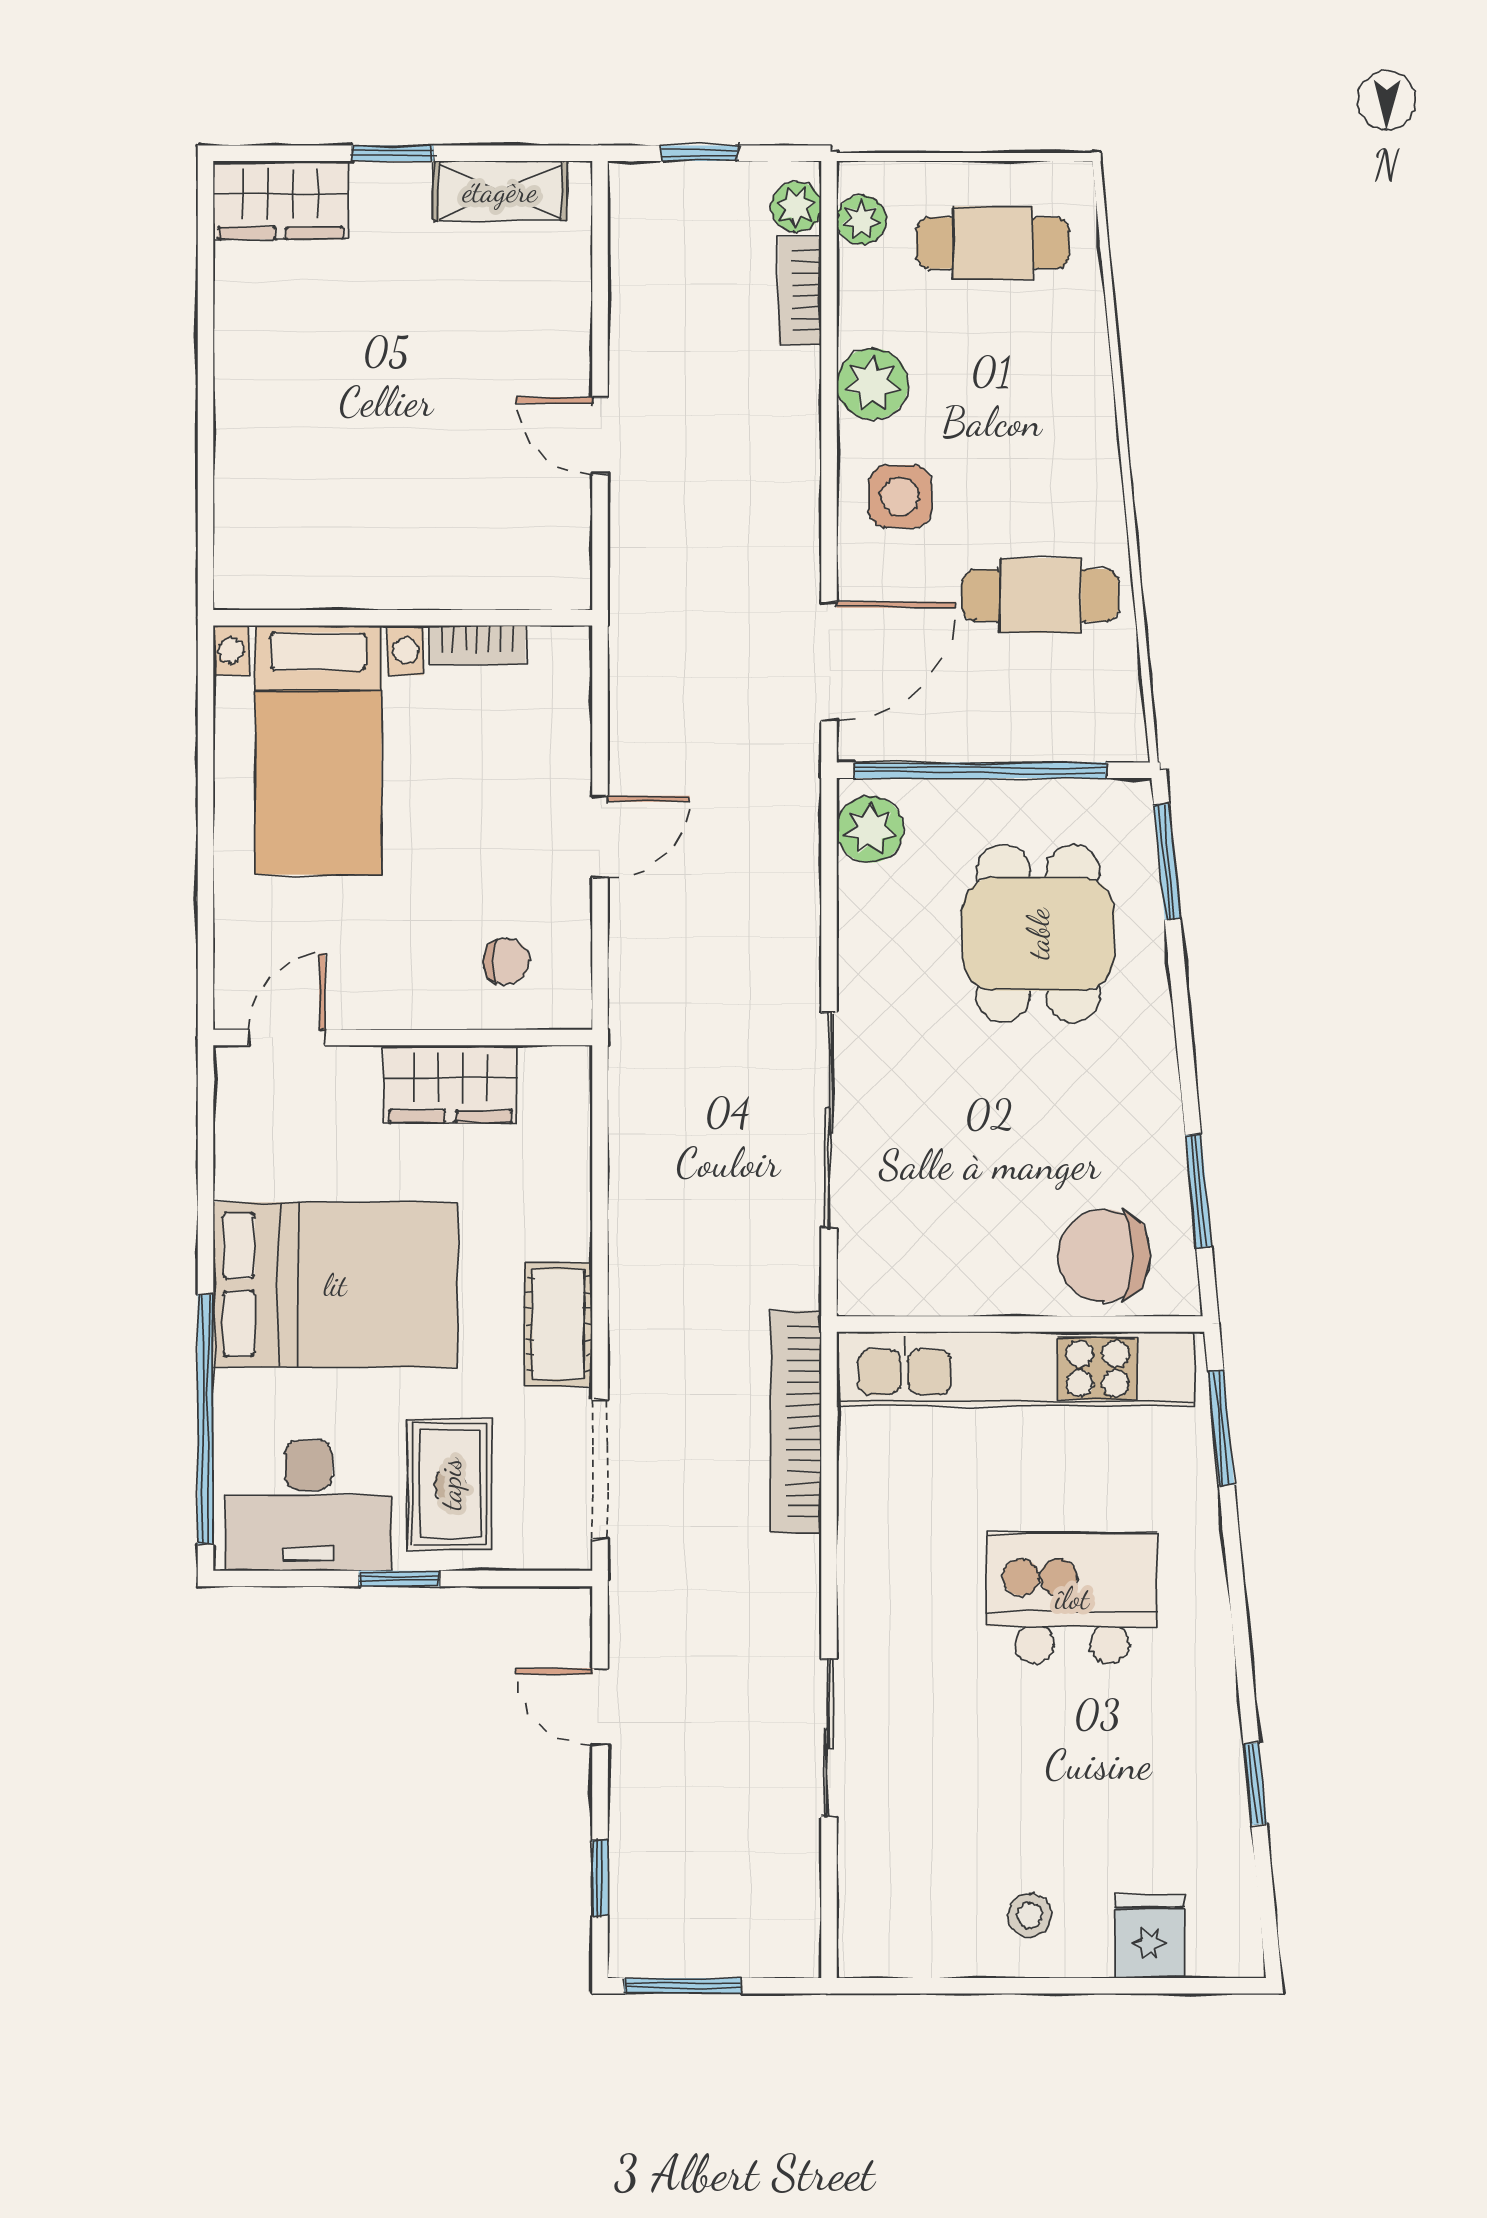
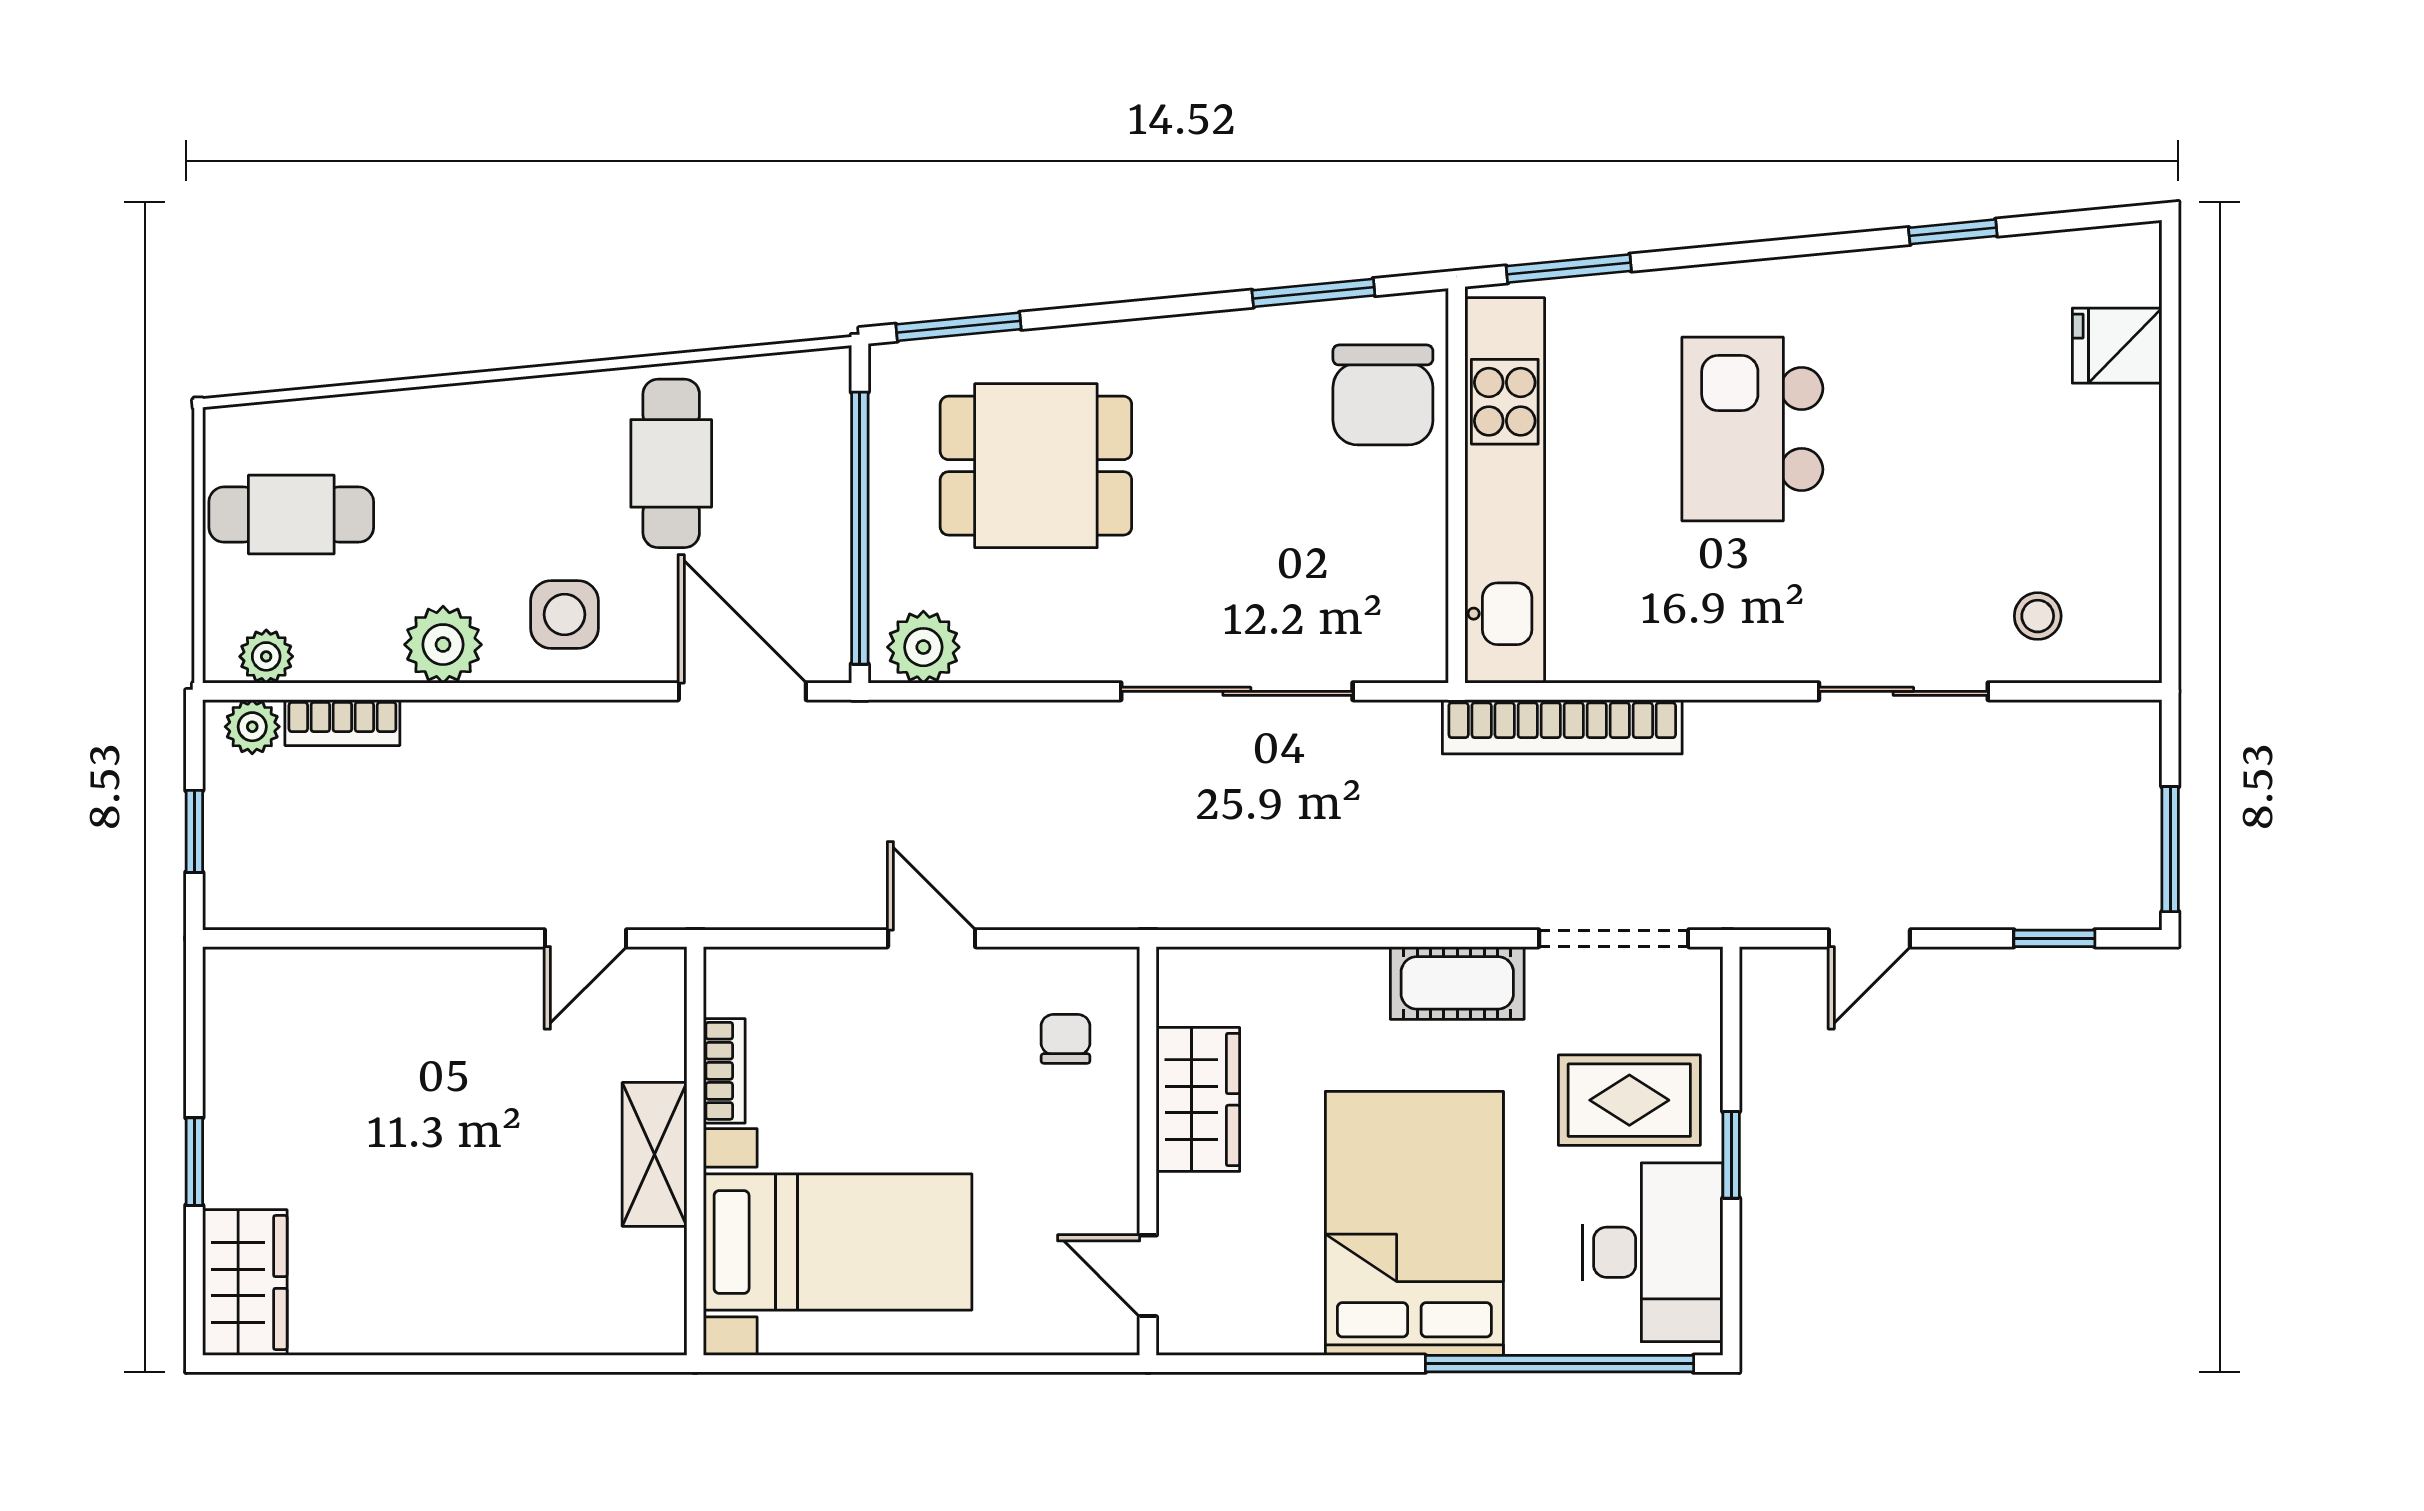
shelving: (500, 191) -> (655, 1154), moved
cafe table: (993, 243) -> (291, 515), turned 90
door: (600, 435) -> (586, 938), moved
stool: (1029, 1915) -> (2038, 616), moved

